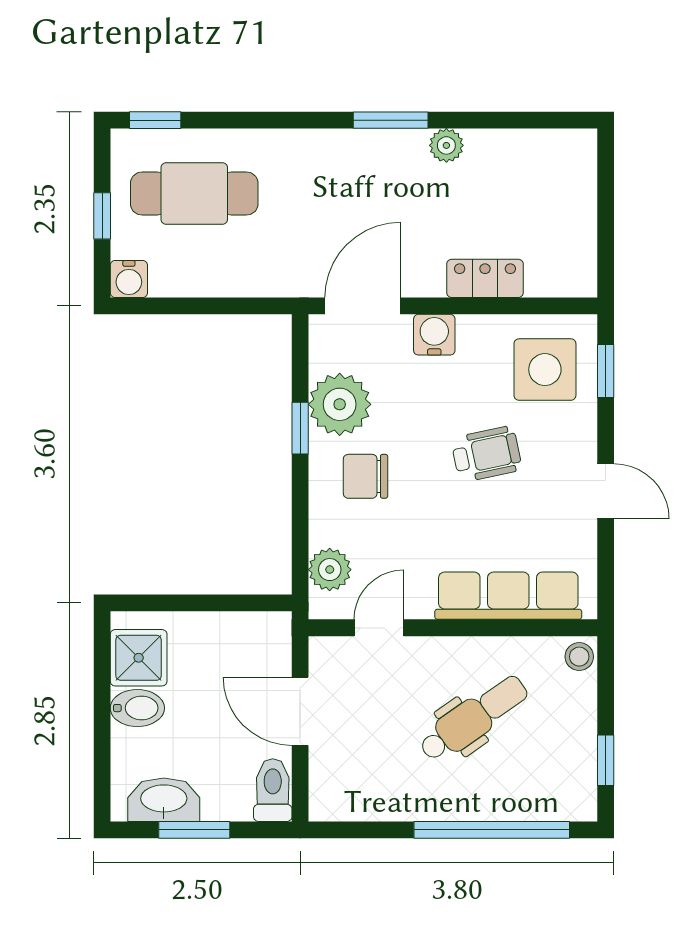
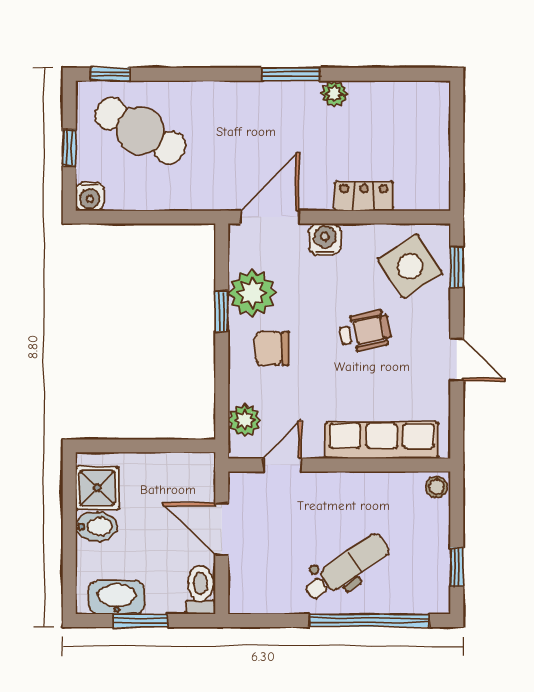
cafe table: (194, 194) -> (140, 131), turned 30
side table: (545, 370) -> (410, 266), turned -33
dental chair: (473, 718) -> (346, 568), moved

